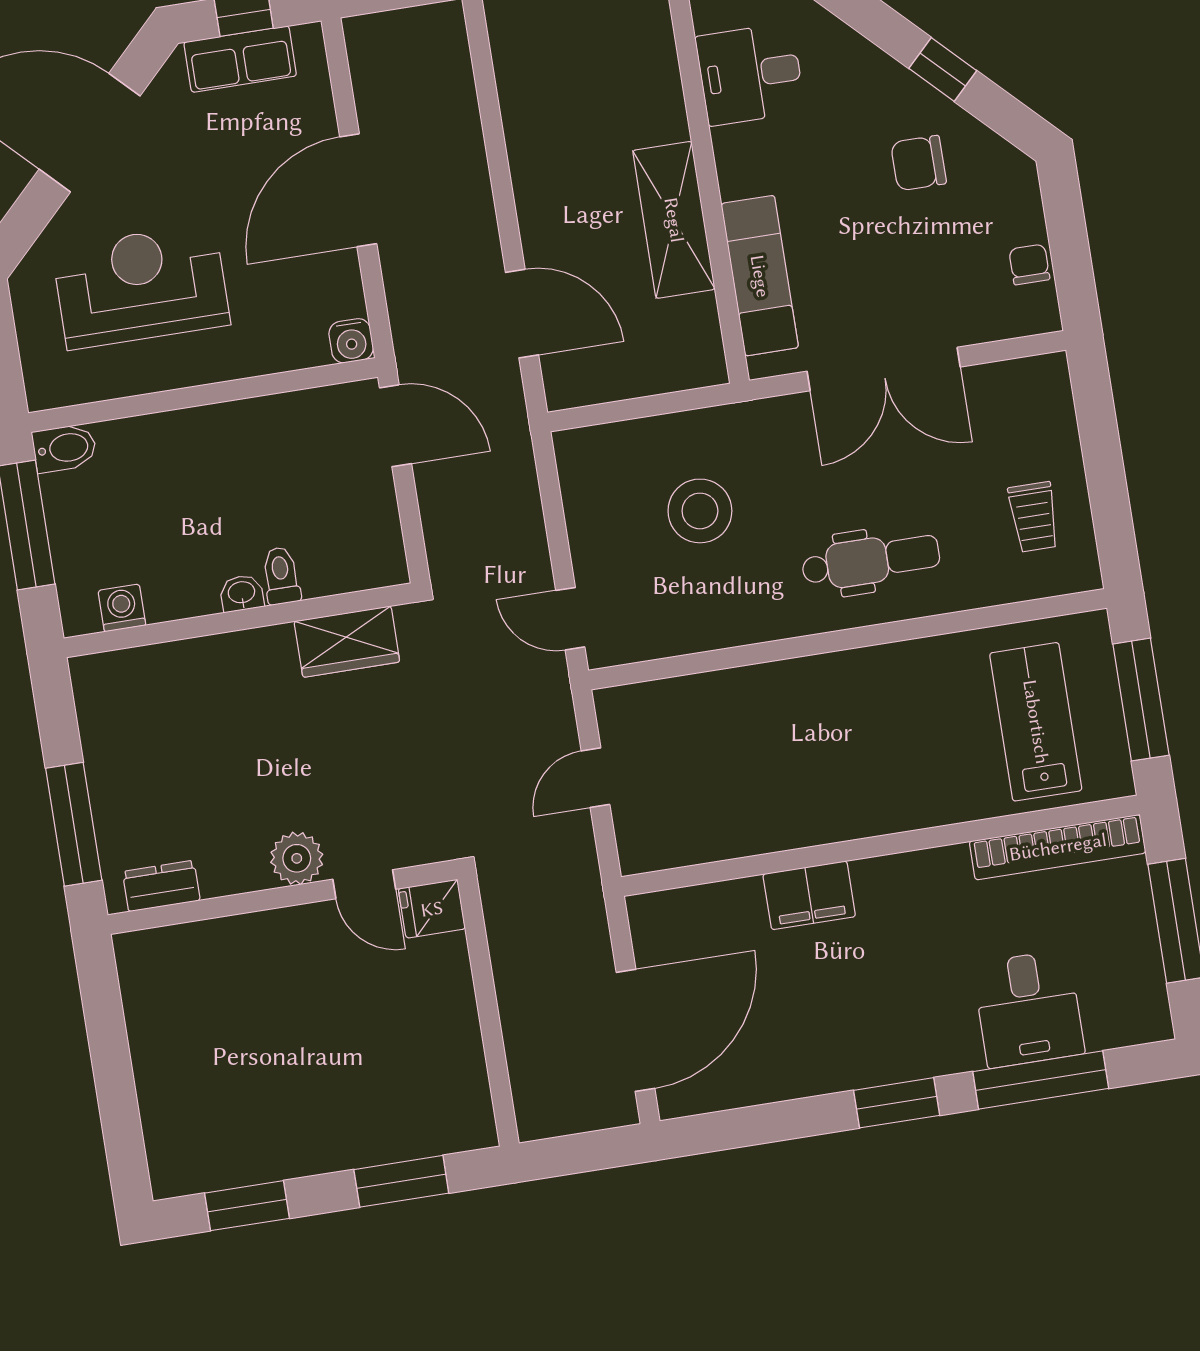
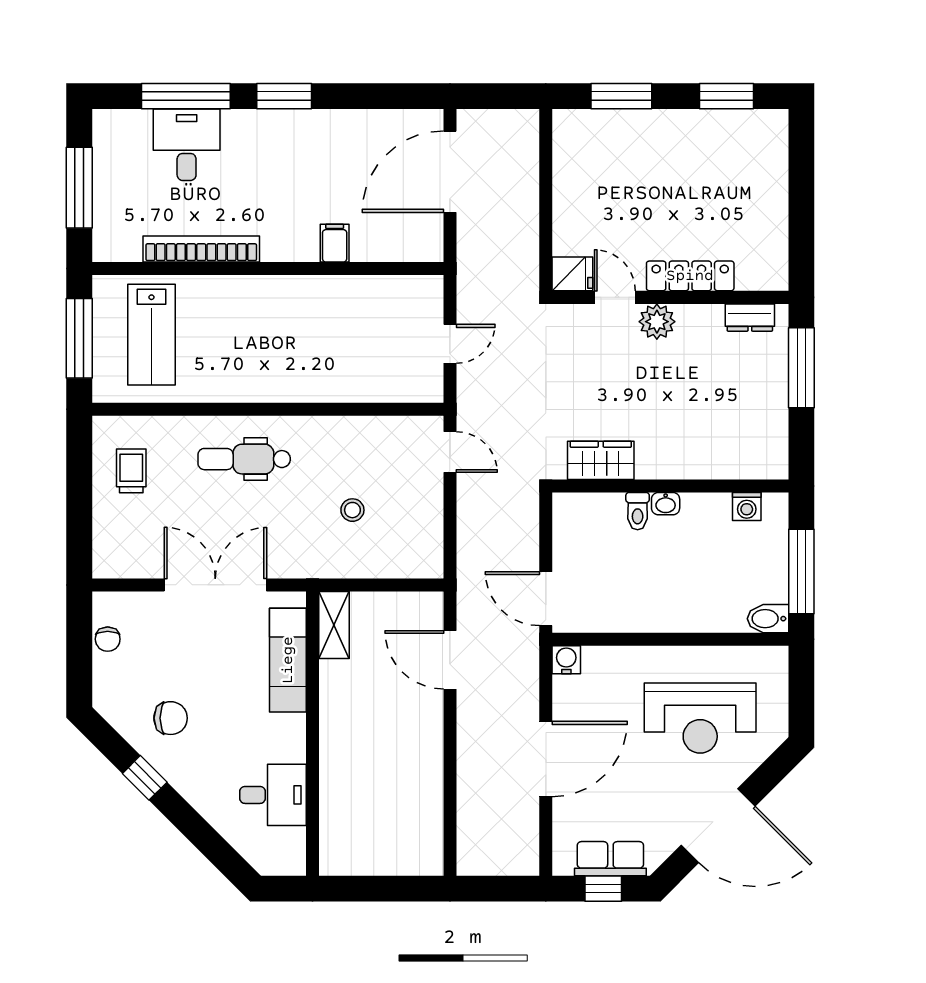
shelving: (674, 220) -> (334, 625), moved, width x0.67, depth x0.75
stool: (700, 511) -> (352, 510), width x0.53, depth x0.53
bookcase: (1058, 847) -> (201, 249), moved
filing cabinet: (809, 895) -> (335, 243), width x0.50
locker: (258, 933) -> (690, 276), added

